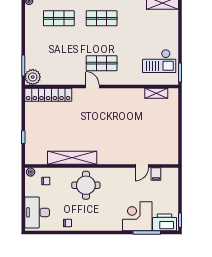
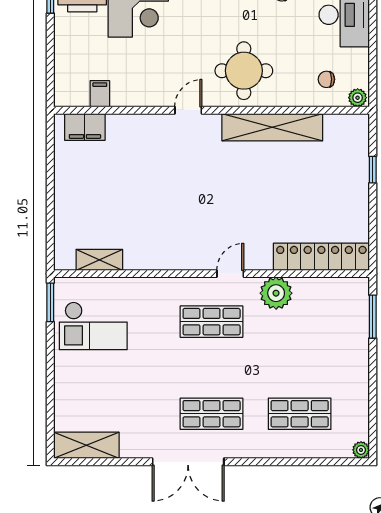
checkout: (159, 61) -> (93, 326), turned 180
plant: (33, 77) -> (276, 293), moved
door: (93, 86) -> (230, 274), swing flipped
filing cabinet: (163, 158) -> (85, 127), added
door: (142, 166) -> (188, 110), moved

